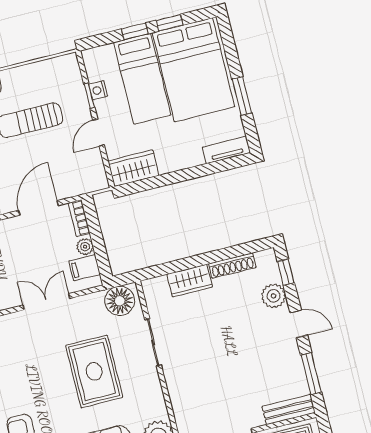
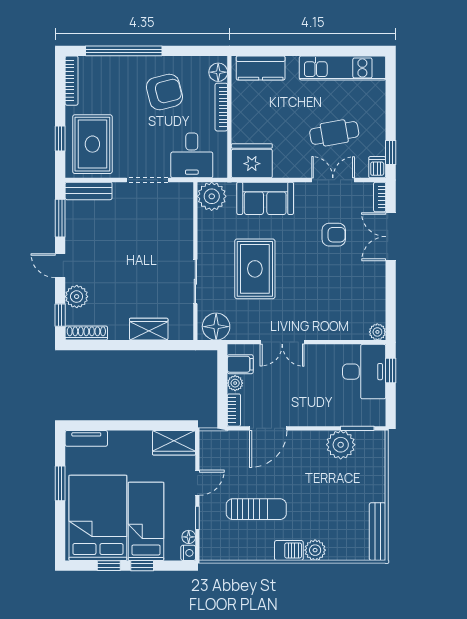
floor lamp: (93, 74) -> (189, 537), added
nightstand: (98, 90) -> (188, 553), moved
shoe rack: (232, 266) -> (86, 333), moved

